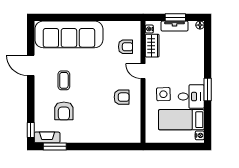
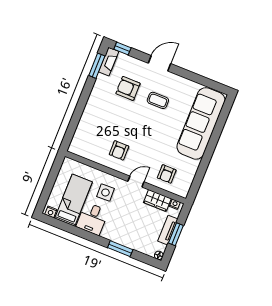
door: (31, 65) -> (159, 63), moved
window: (208, 89) -> (120, 249), moved

